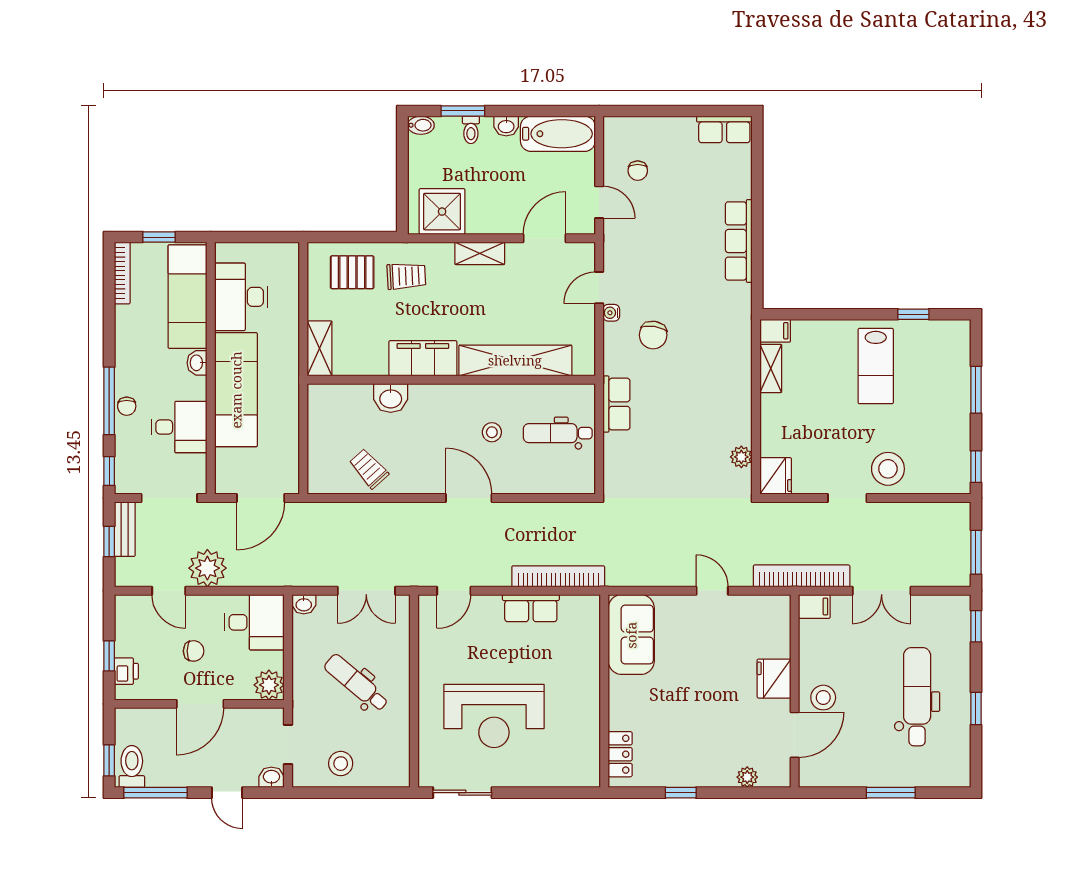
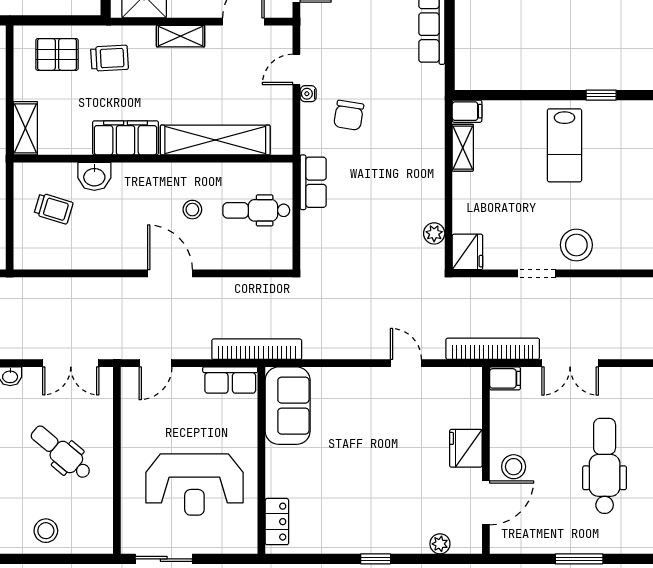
trolley: (369, 469) -> (54, 208), moved, turned 149
sofa: (631, 635) -> (288, 406), moved
wall: (604, 691) -> (261, 460), moved
locker: (620, 754) -> (277, 522), moved

